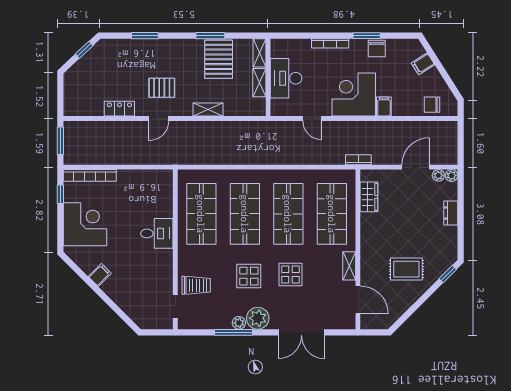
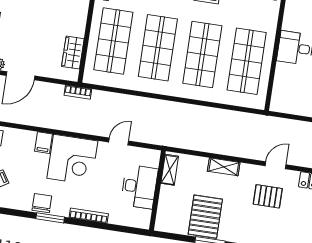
shelving: (259, 53) -> (162, 217), removed
shelving: (259, 83) -> (170, 170), moved
door: (312, 119) -> (119, 142), hinge flipped

